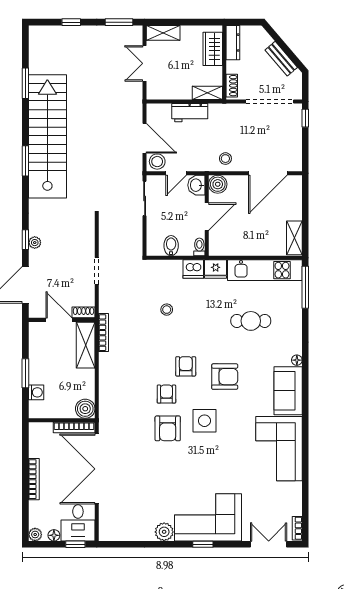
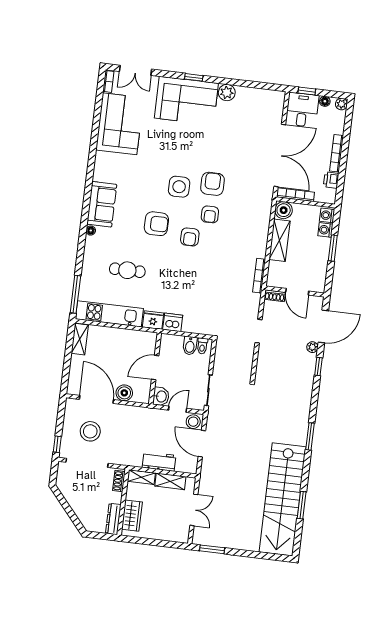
window: (71, 22) -> (254, 554), removed
shelving: (163, 33) -> (170, 481), moved
bench: (281, 59) -> (72, 500), removed
stairs: (47, 136) -> (283, 499), moved
stool: (225, 159) -> (90, 431), moved, width x1.89, depth x1.89
door: (268, 173) -> (96, 399), hinge flipped
boiler: (218, 184) -> (124, 393), moved
plant: (35, 243) -> (312, 347), moved
toilet: (199, 247) -> (202, 346), moved
stool: (167, 310) -> (201, 289), removed
shelving: (86, 345) -> (280, 240), moved
armchair: (225, 377) -> (156, 224), turned 180
washing machine: (36, 409) -> (327, 215), added
printer: (36, 449) -> (331, 180), added
corner sofa: (279, 449) -> (120, 124), moved

